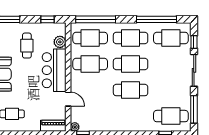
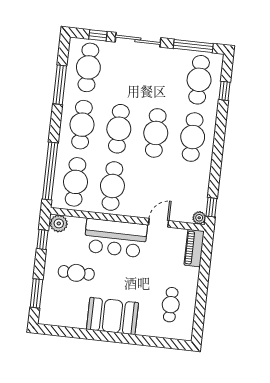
window: (157, 19) -> (60, 85), width x0.68
plant: (60, 42) -> (59, 223), moved
cafe table: (131, 116) -> (193, 137), added

